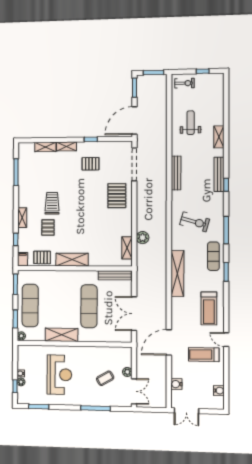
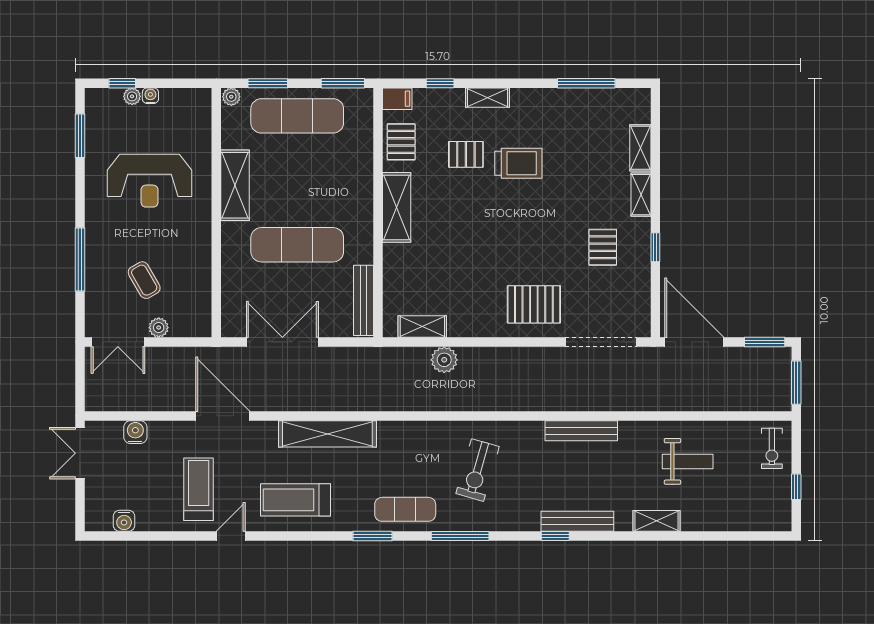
shelving: (177, 273) -> (327, 434), moved

